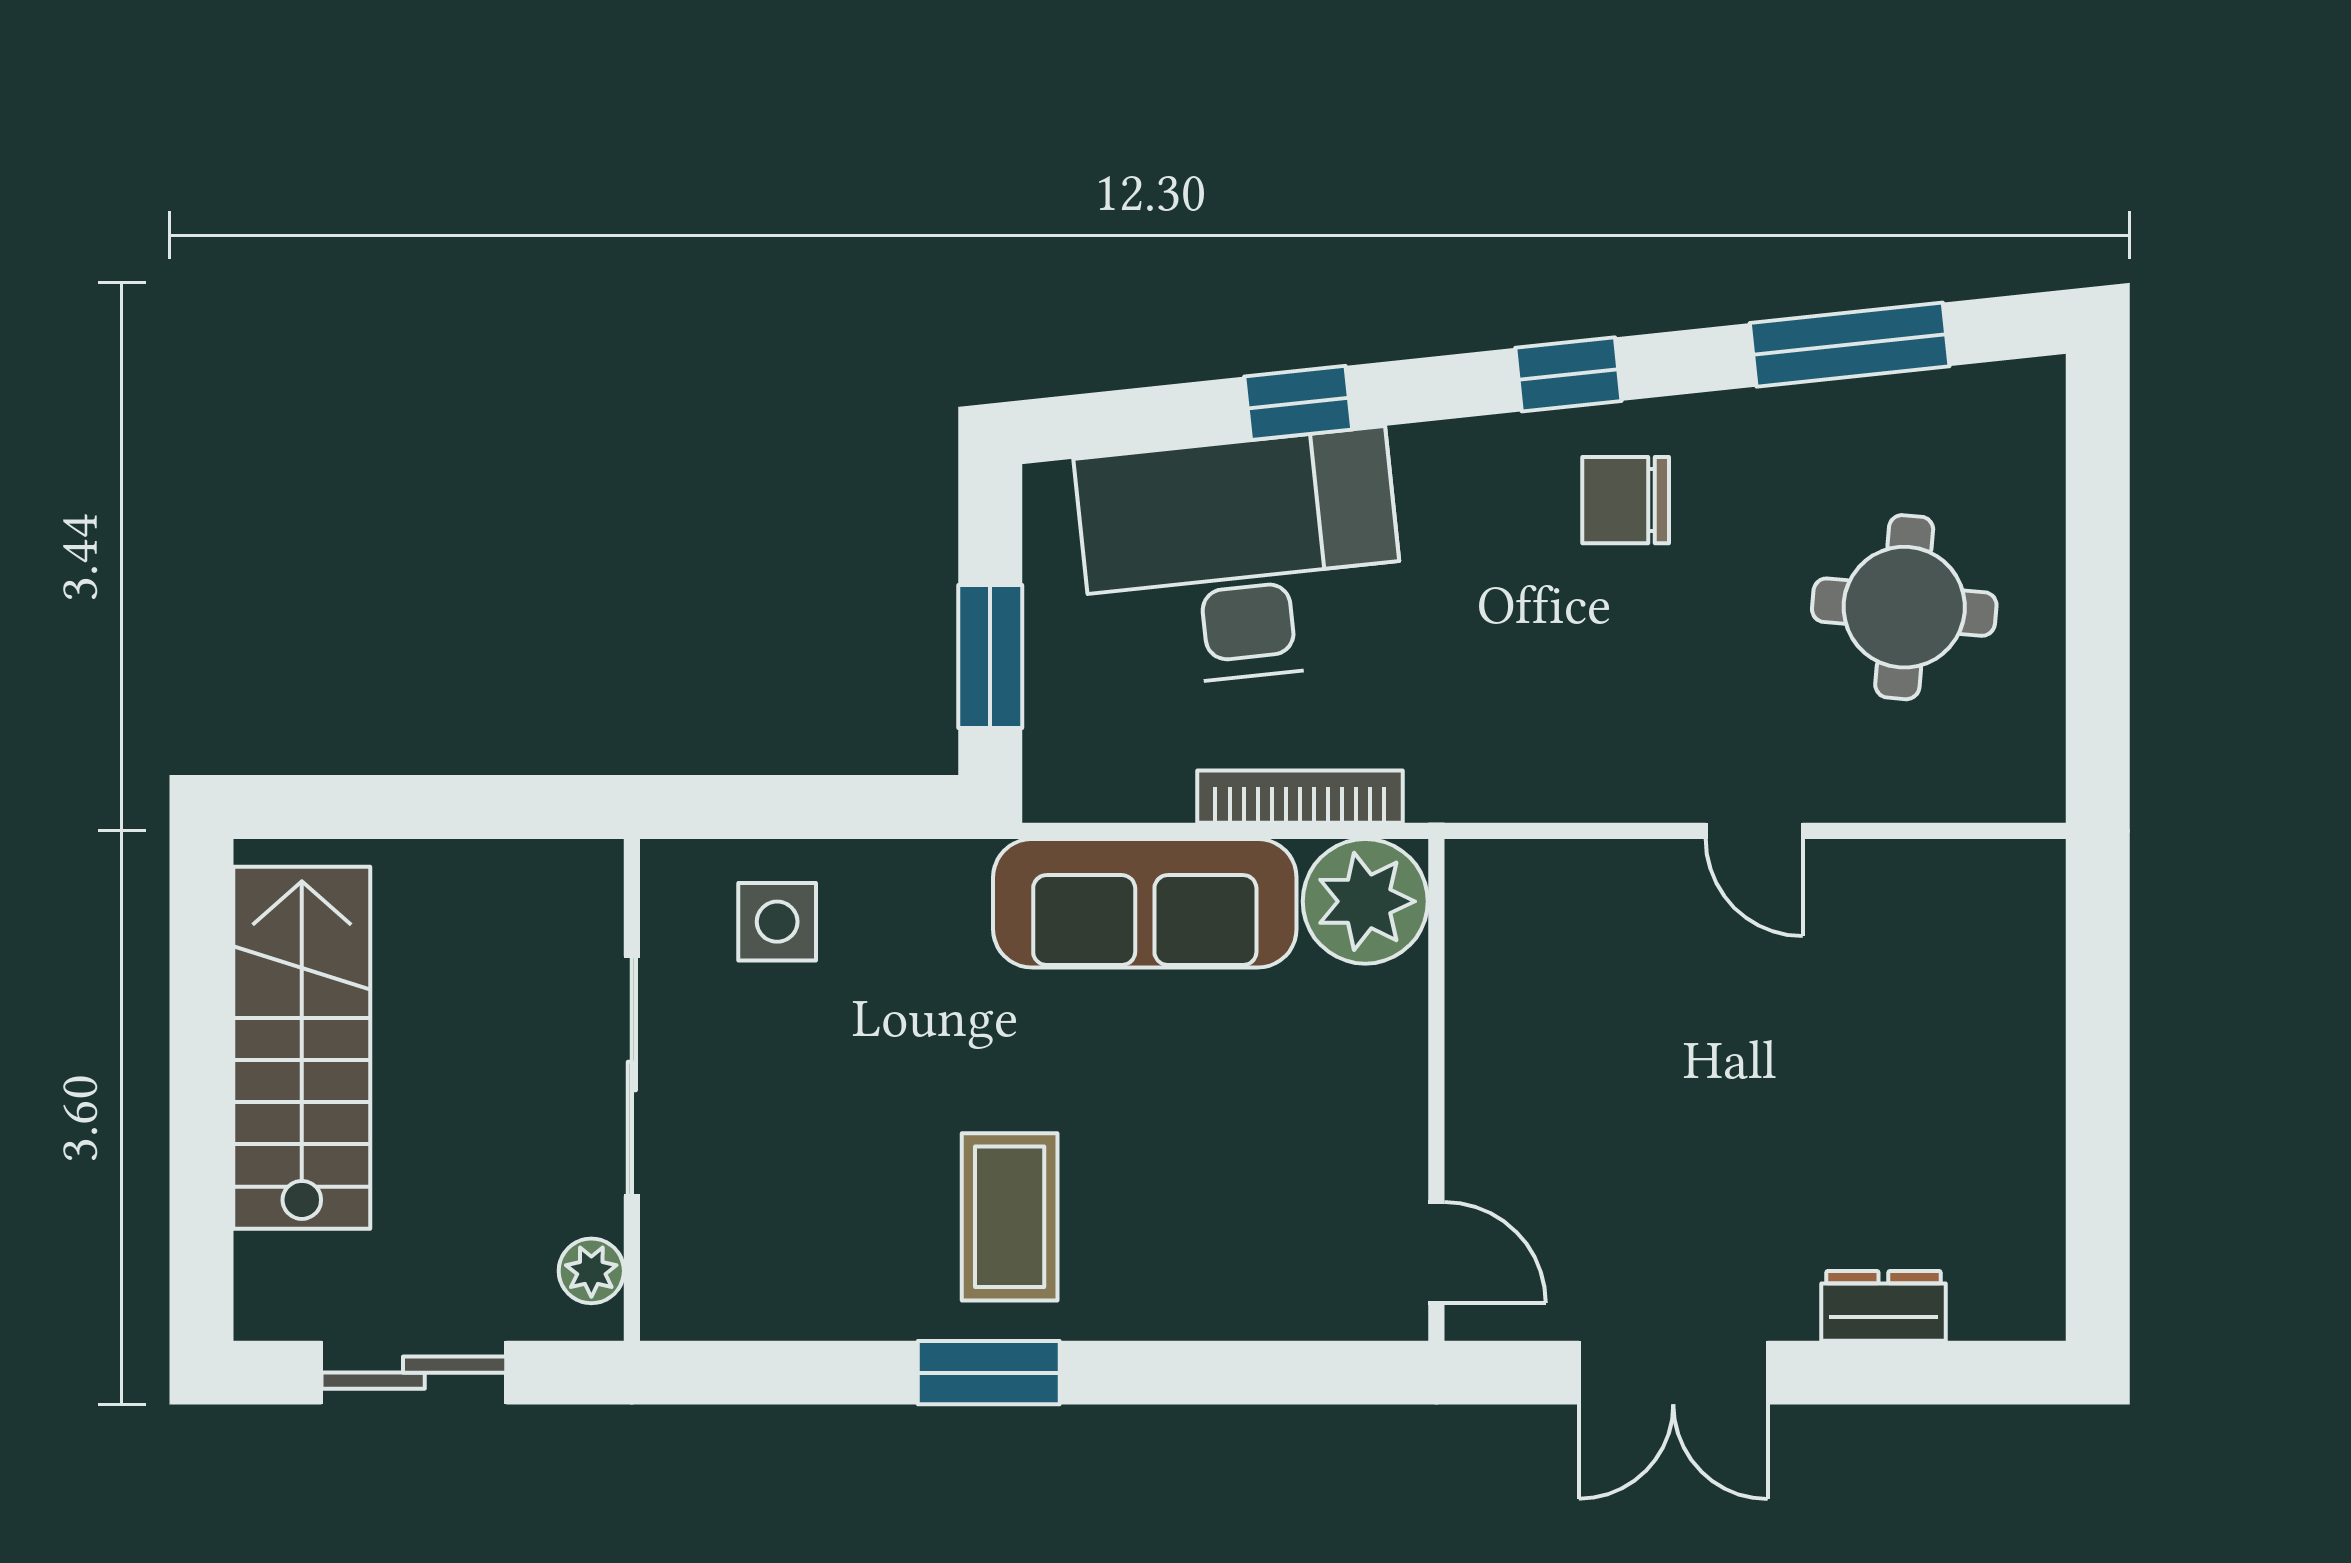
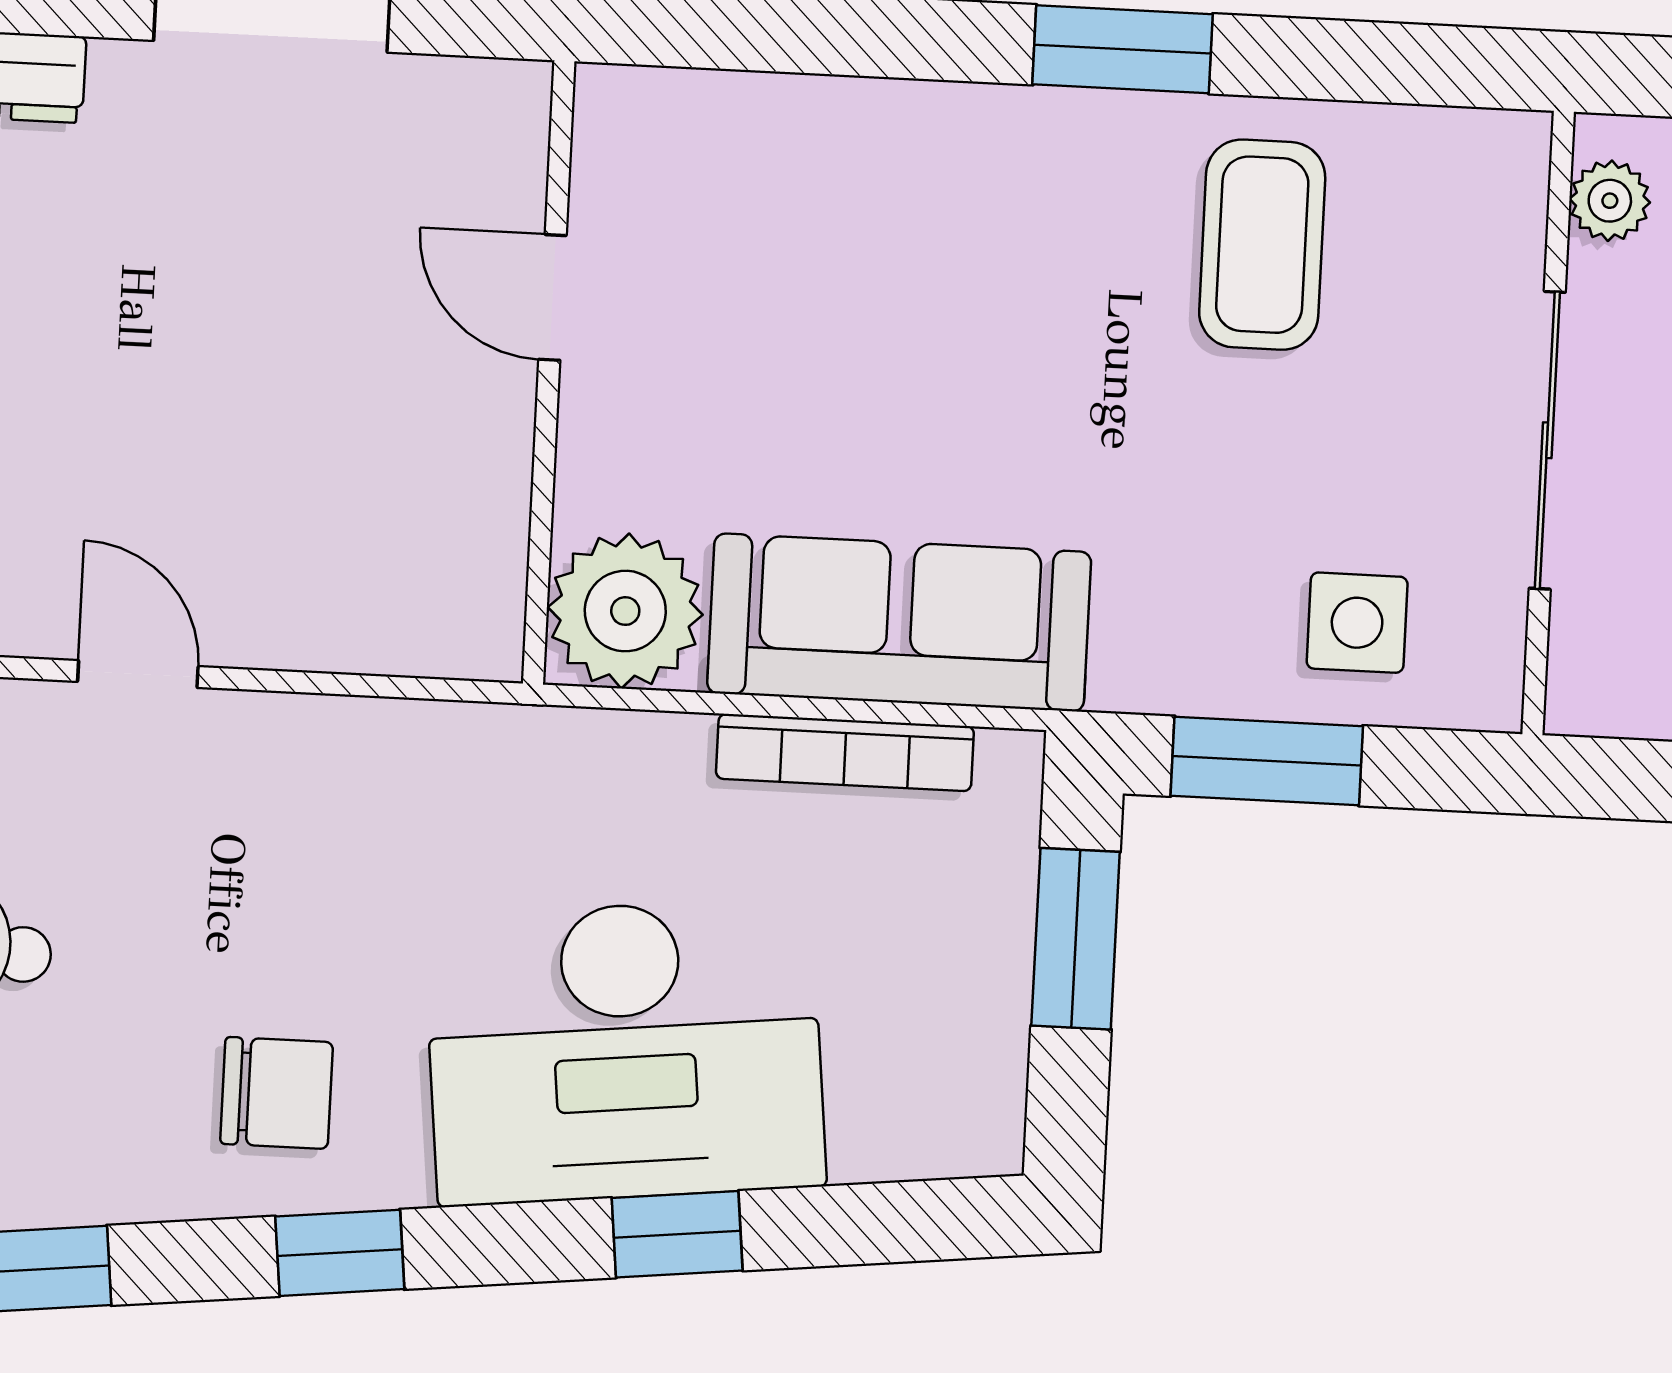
desk: (1241, 559) -> (625, 1051), moved
bookcase: (1300, 797) -> (845, 752), moved
window: (844, 807) -> (1267, 761), added
coffee table: (1010, 1217) -> (1262, 245), moved
door: (1436, 1253) -> (552, 297), moved

